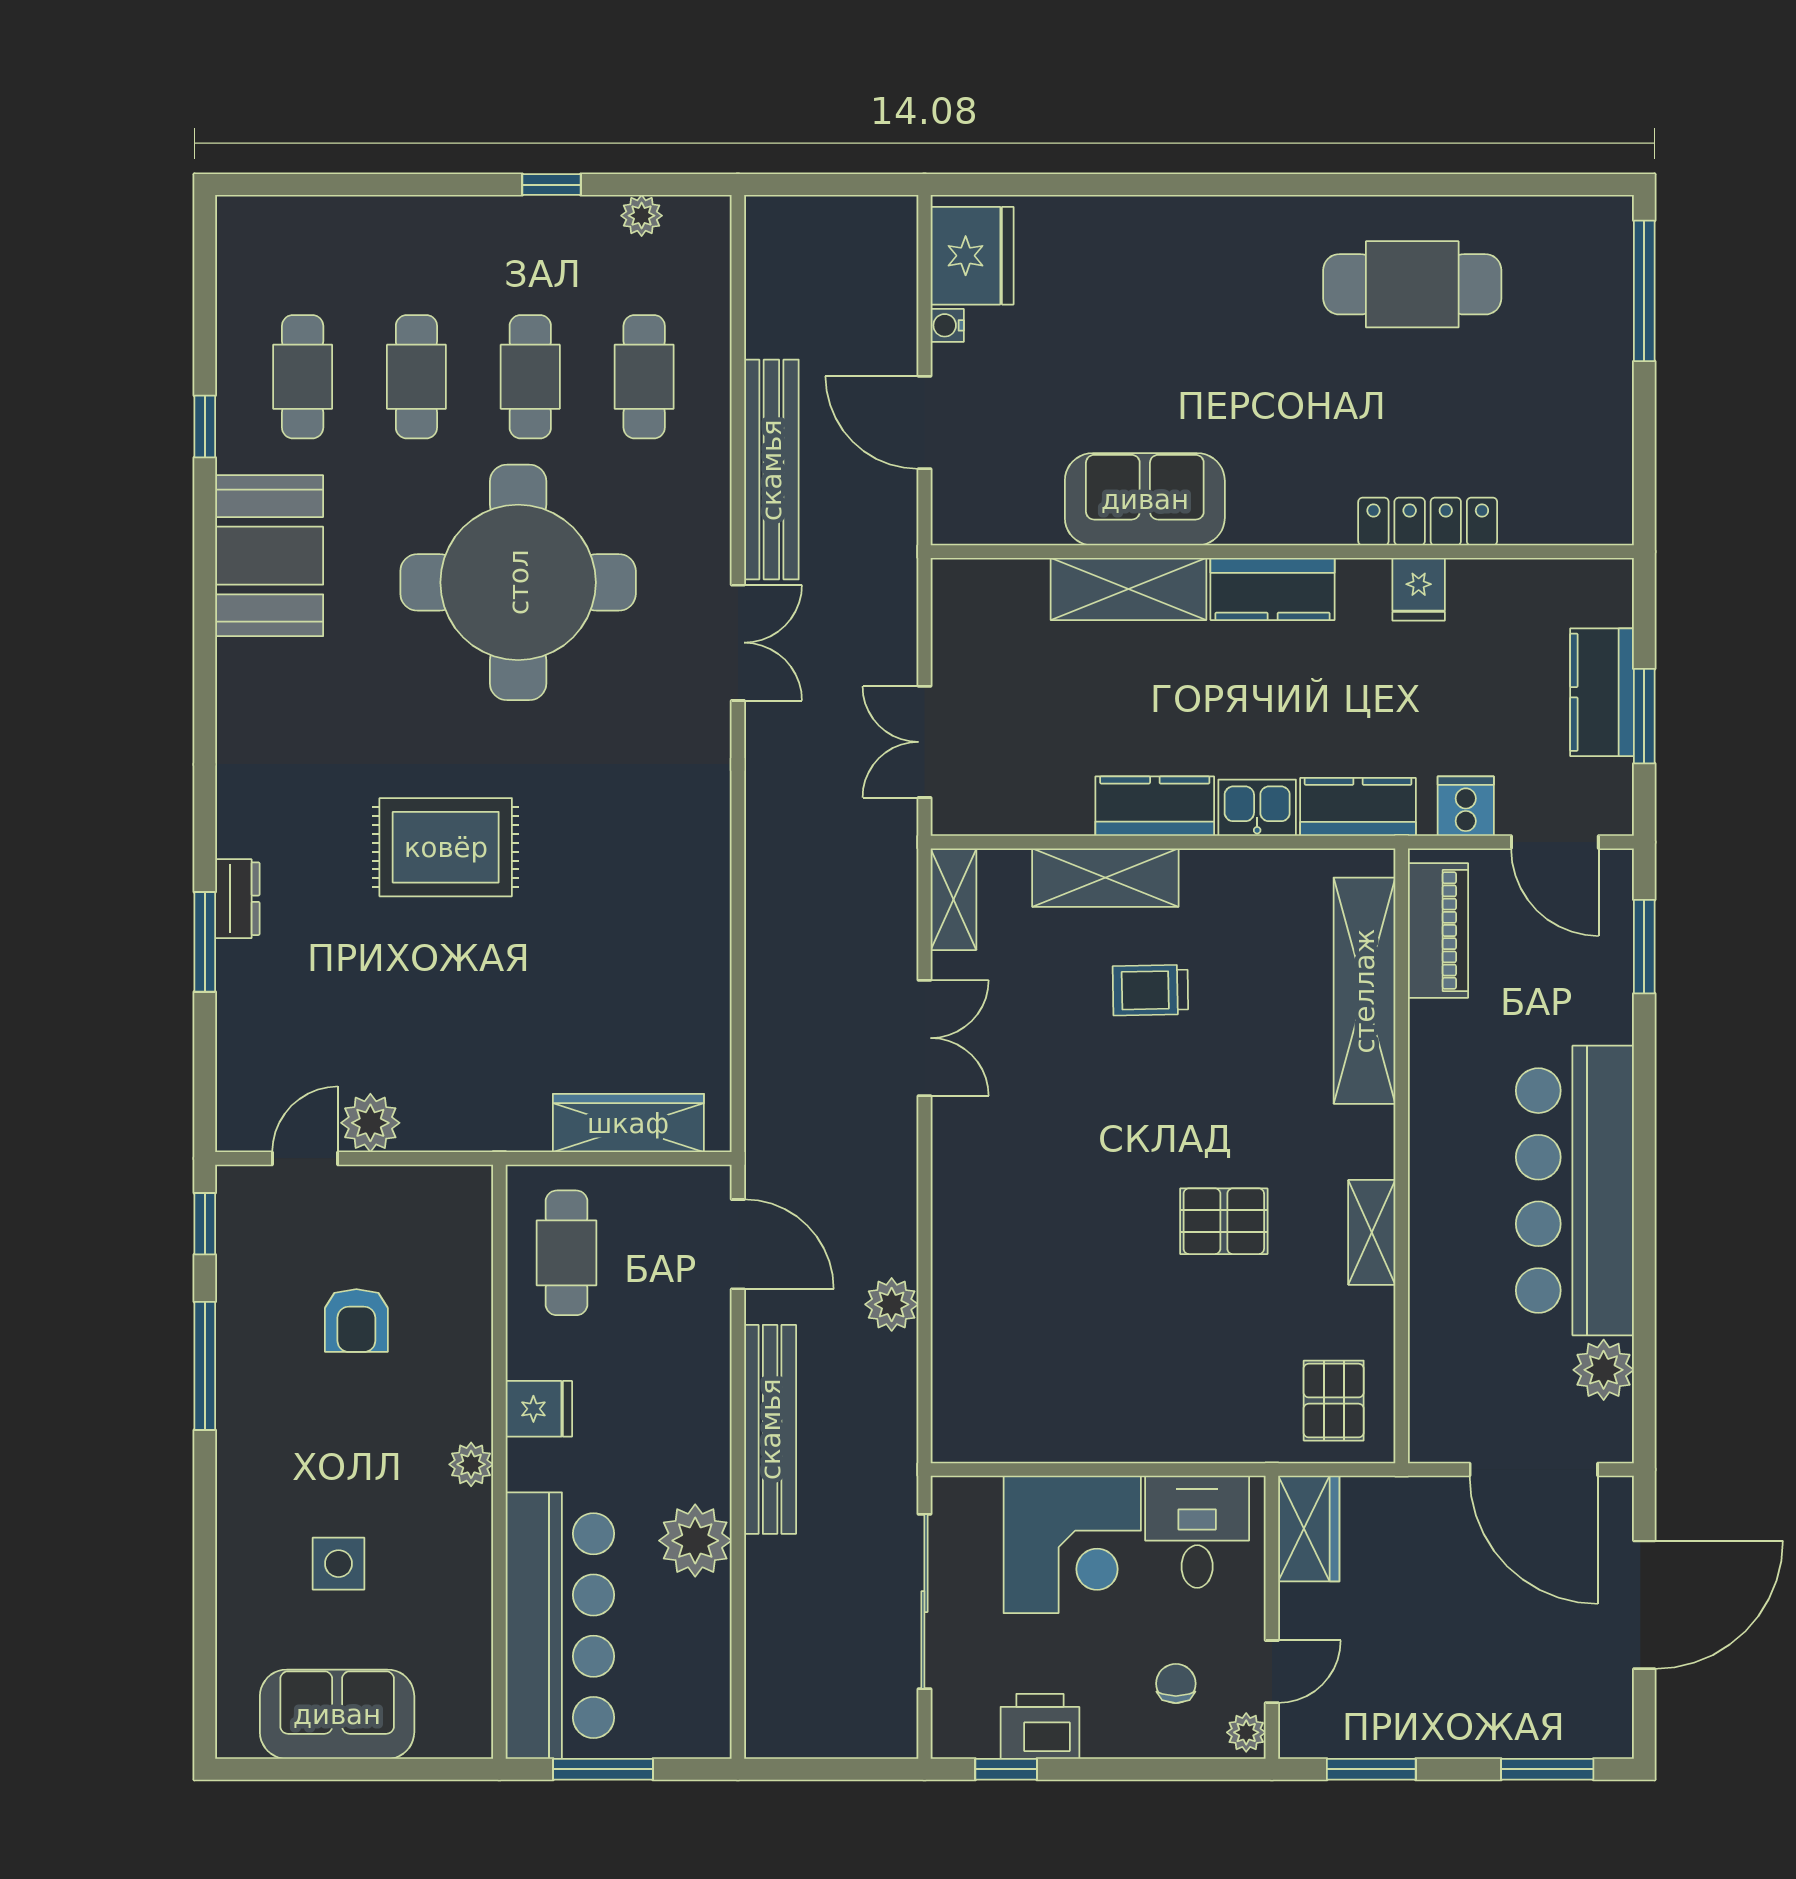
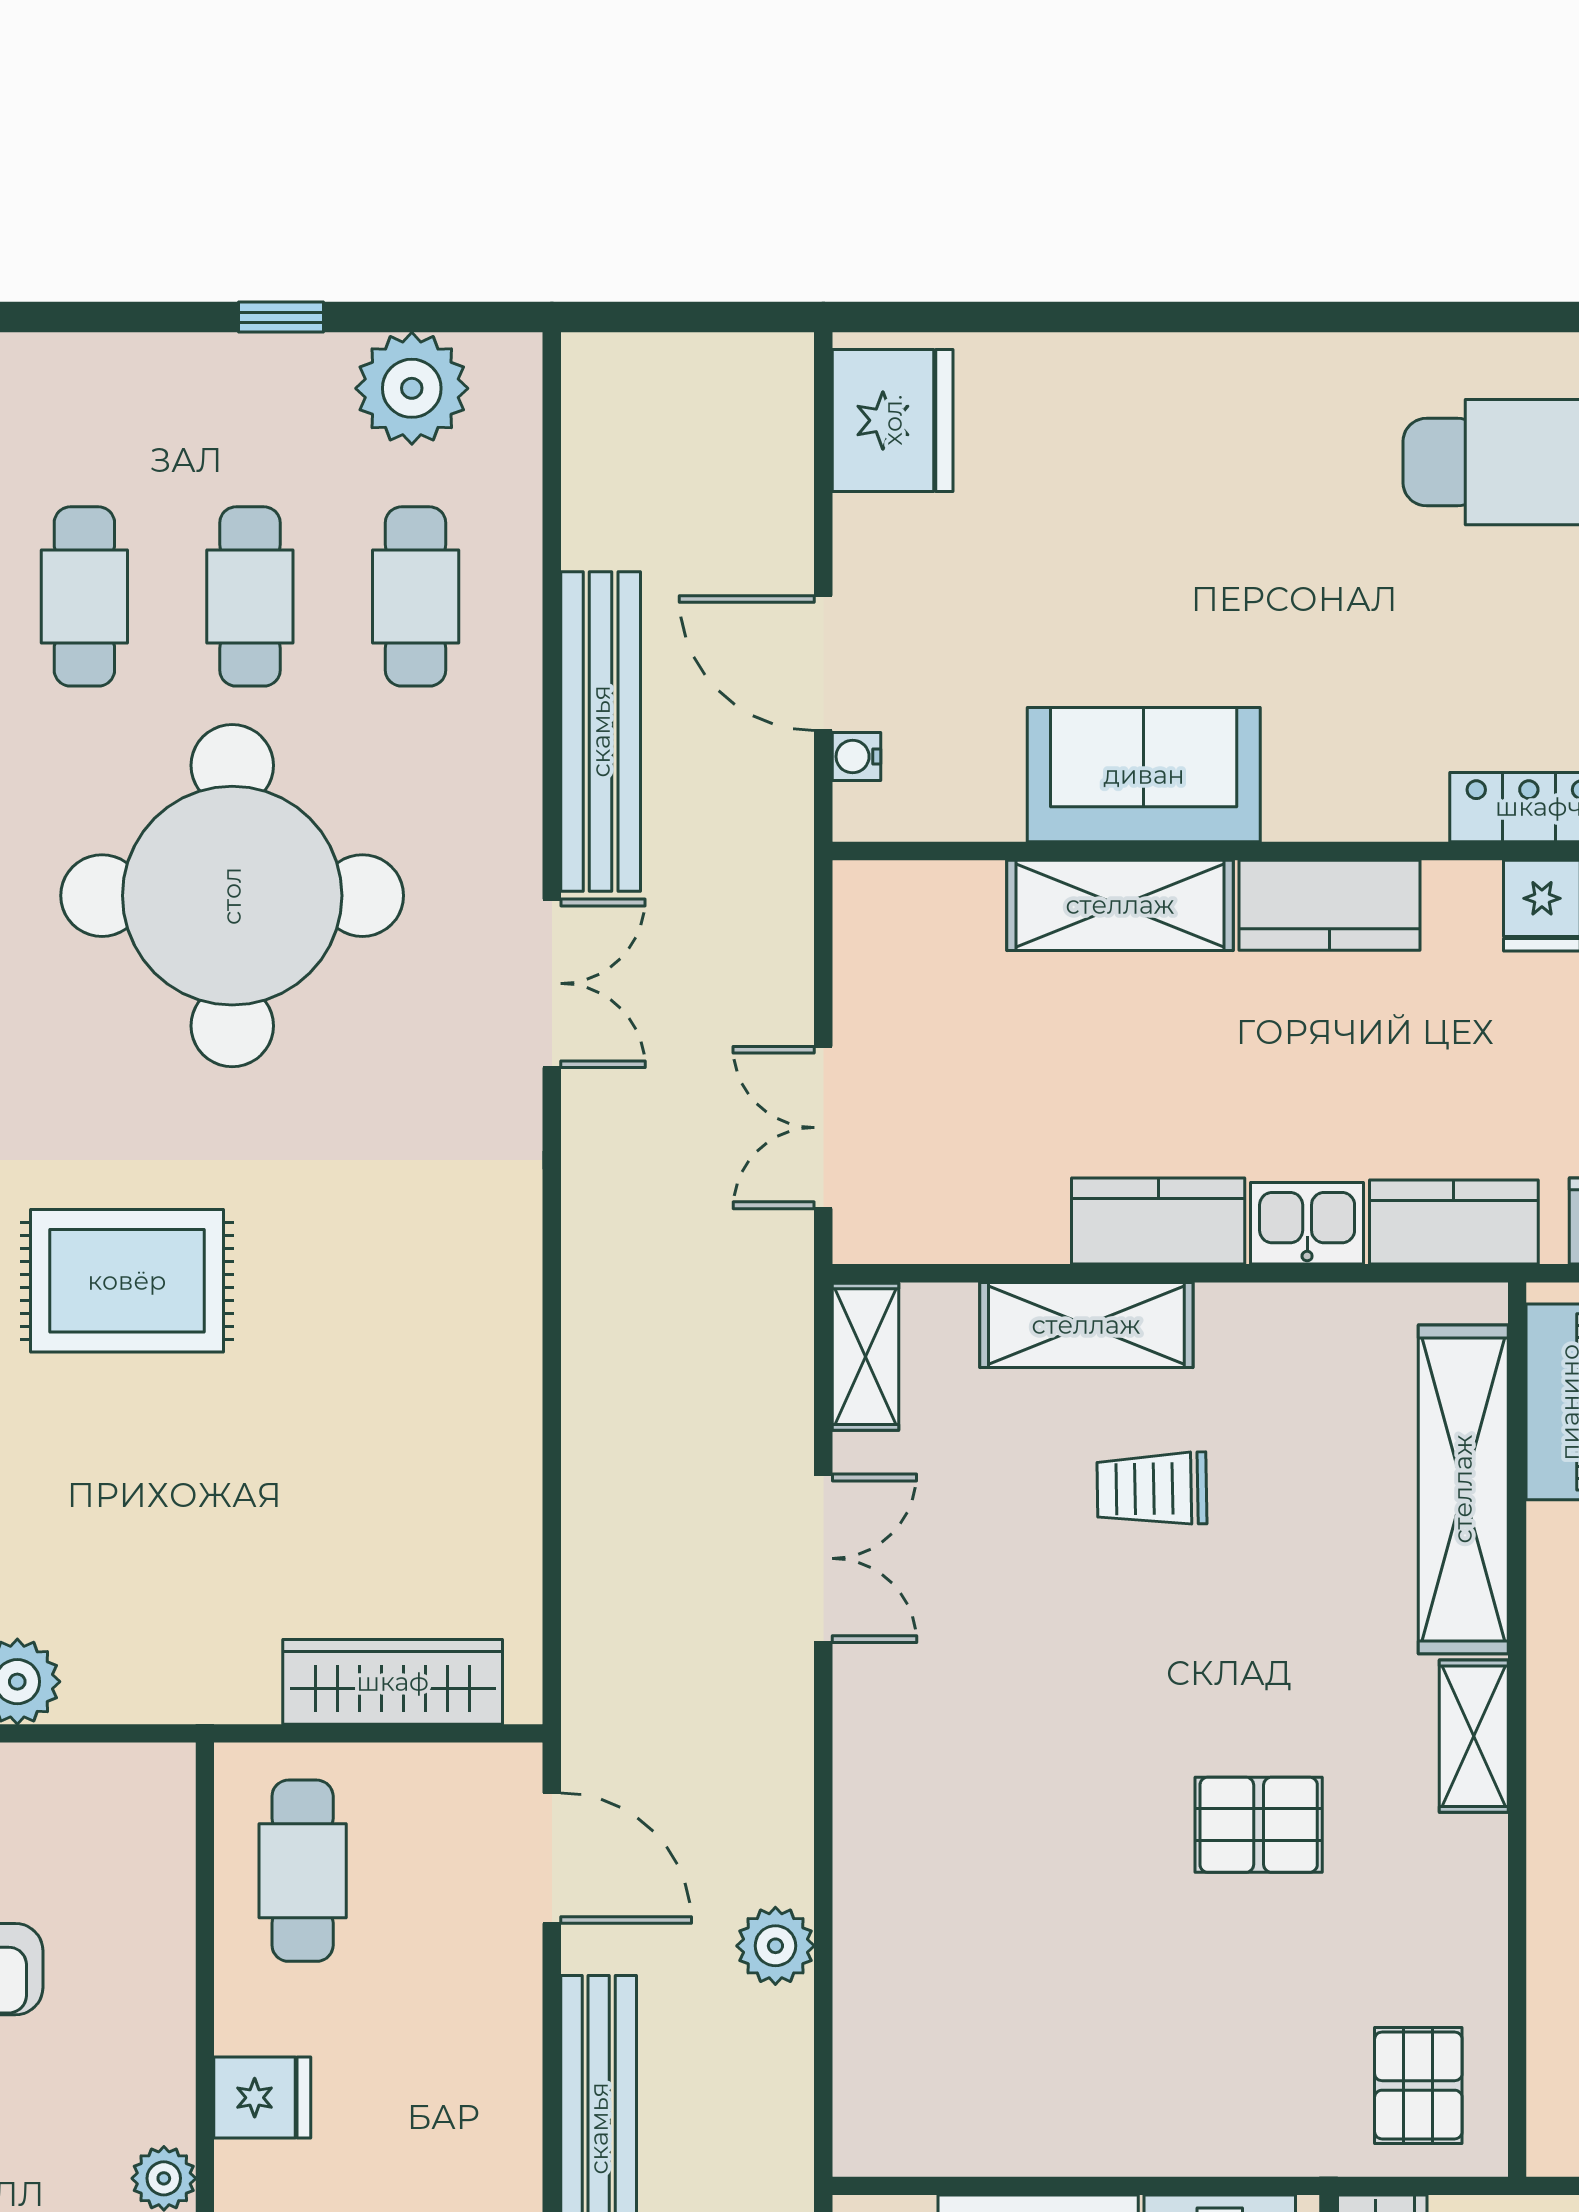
plant: (642, 216) -> (412, 388), width x1.87, depth x1.87
water cooler: (947, 325) -> (856, 757), moved
shelving: (1372, 1232) -> (1474, 1736), moved

